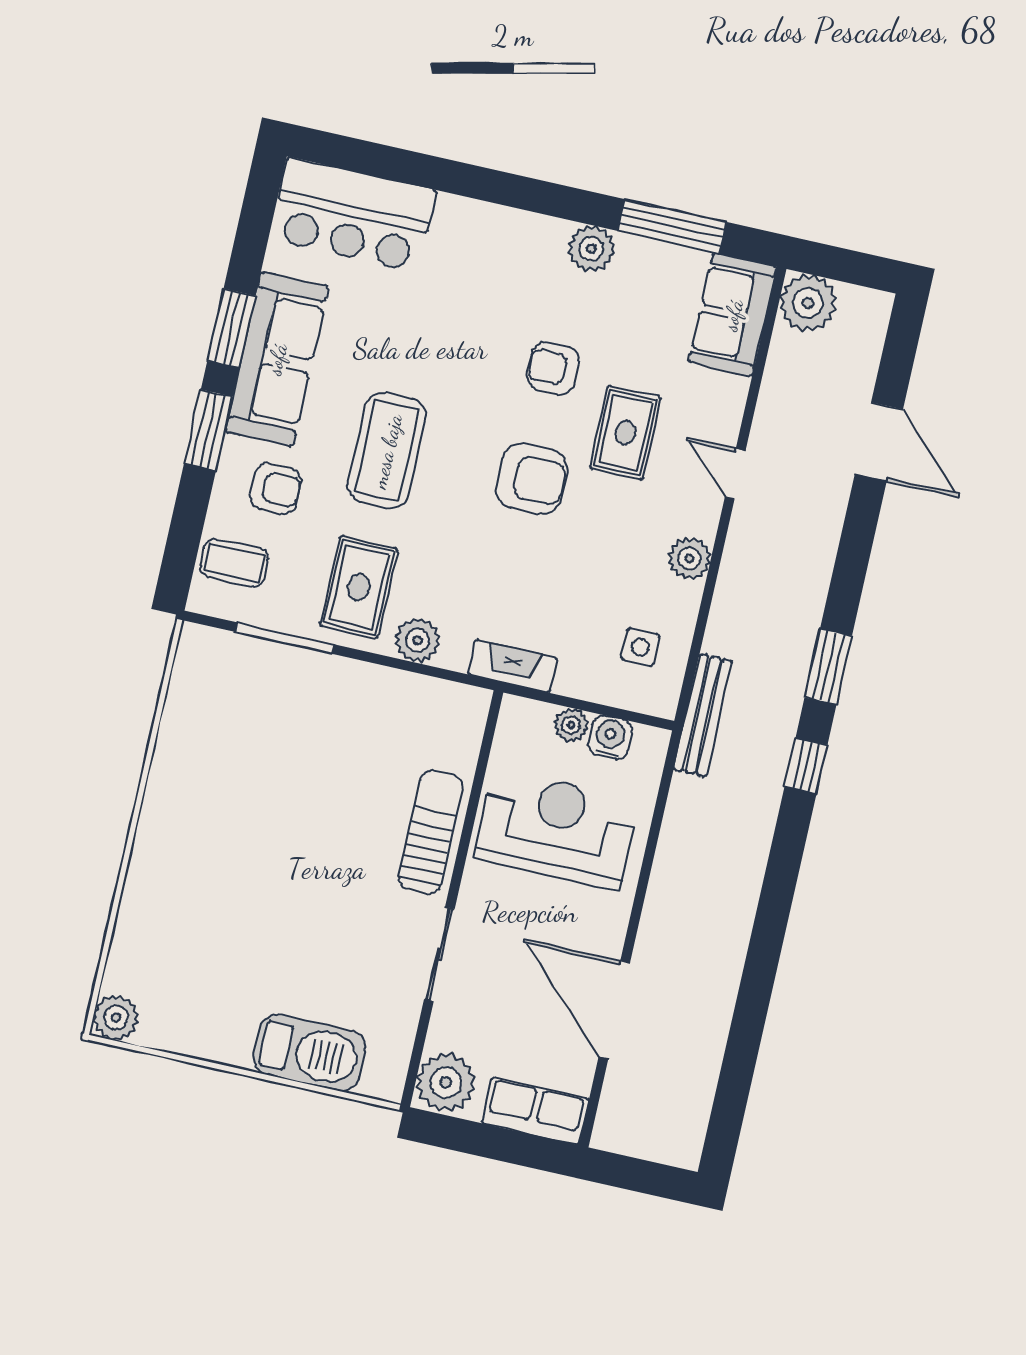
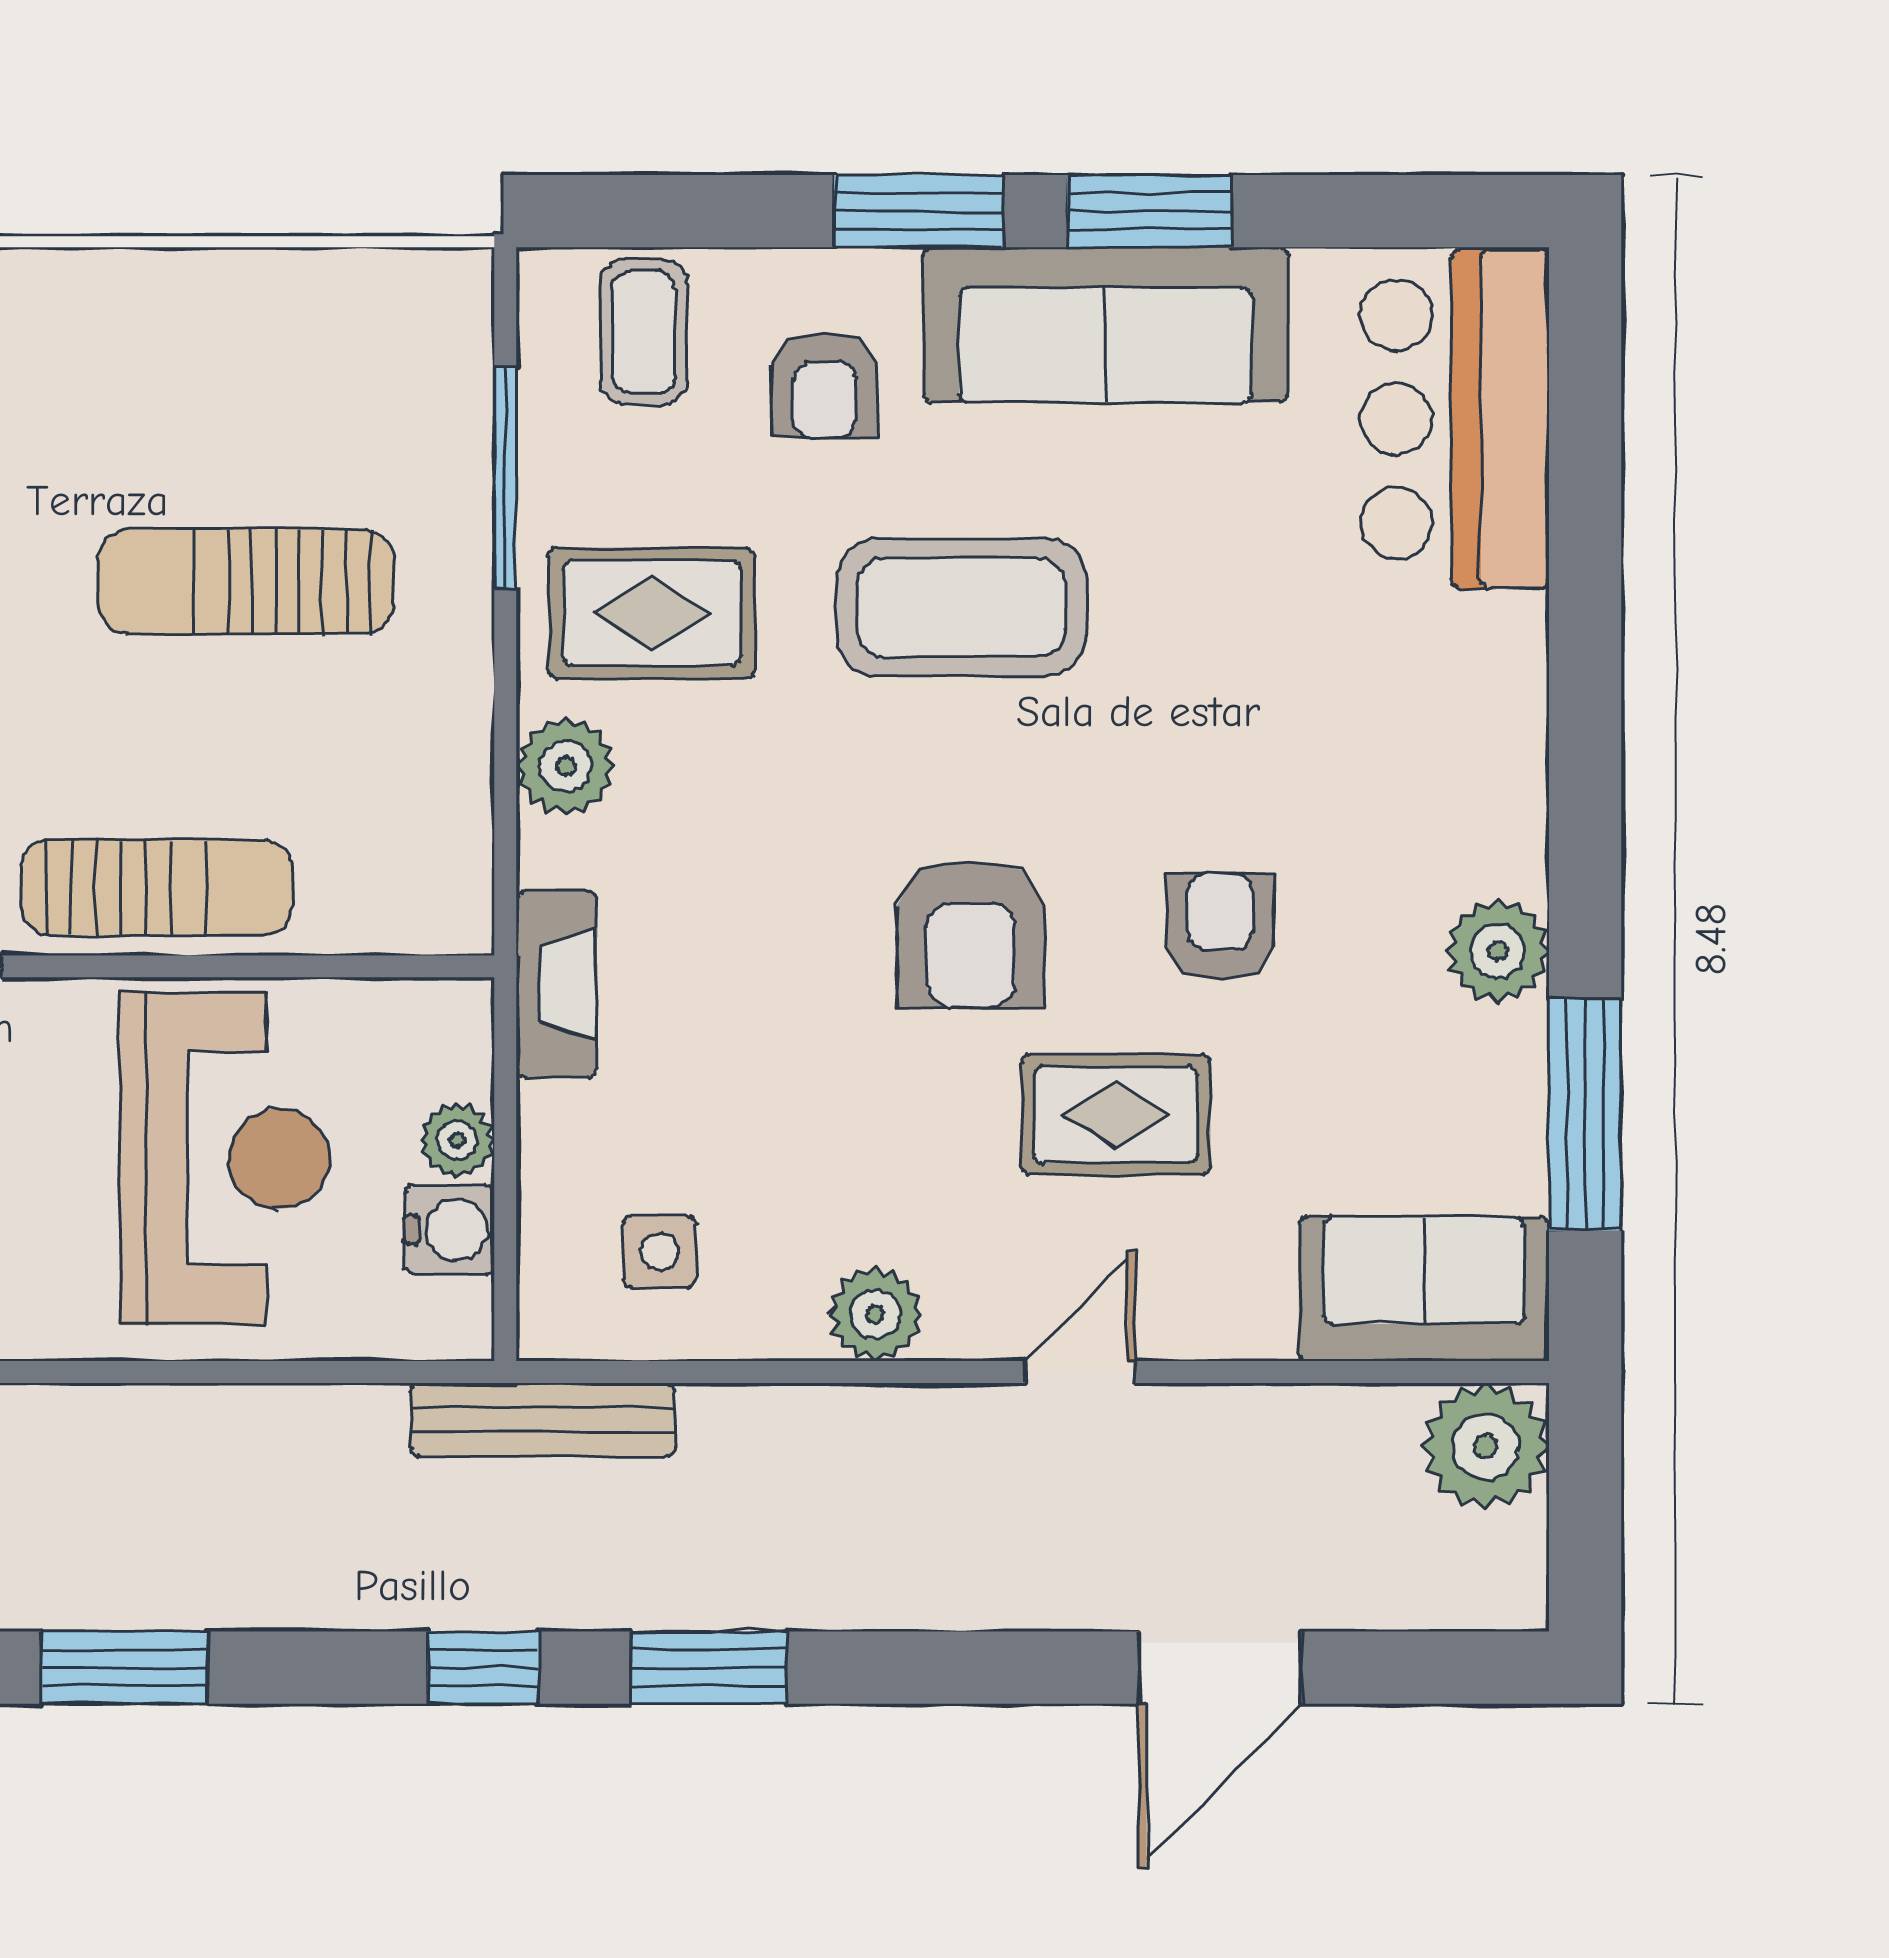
sun lounger: (305, 763) -> (246, 582), added
window: (770, 924) -> (124, 1668), added

